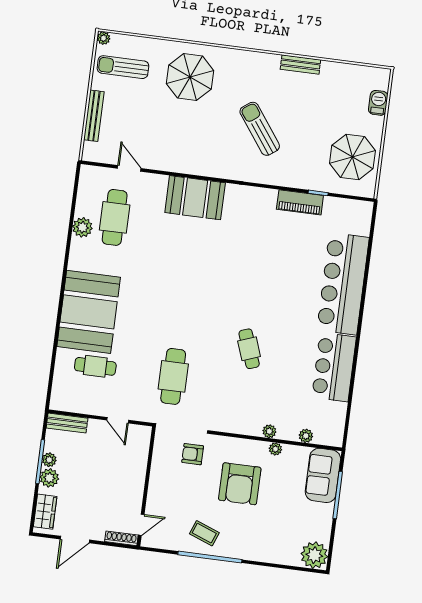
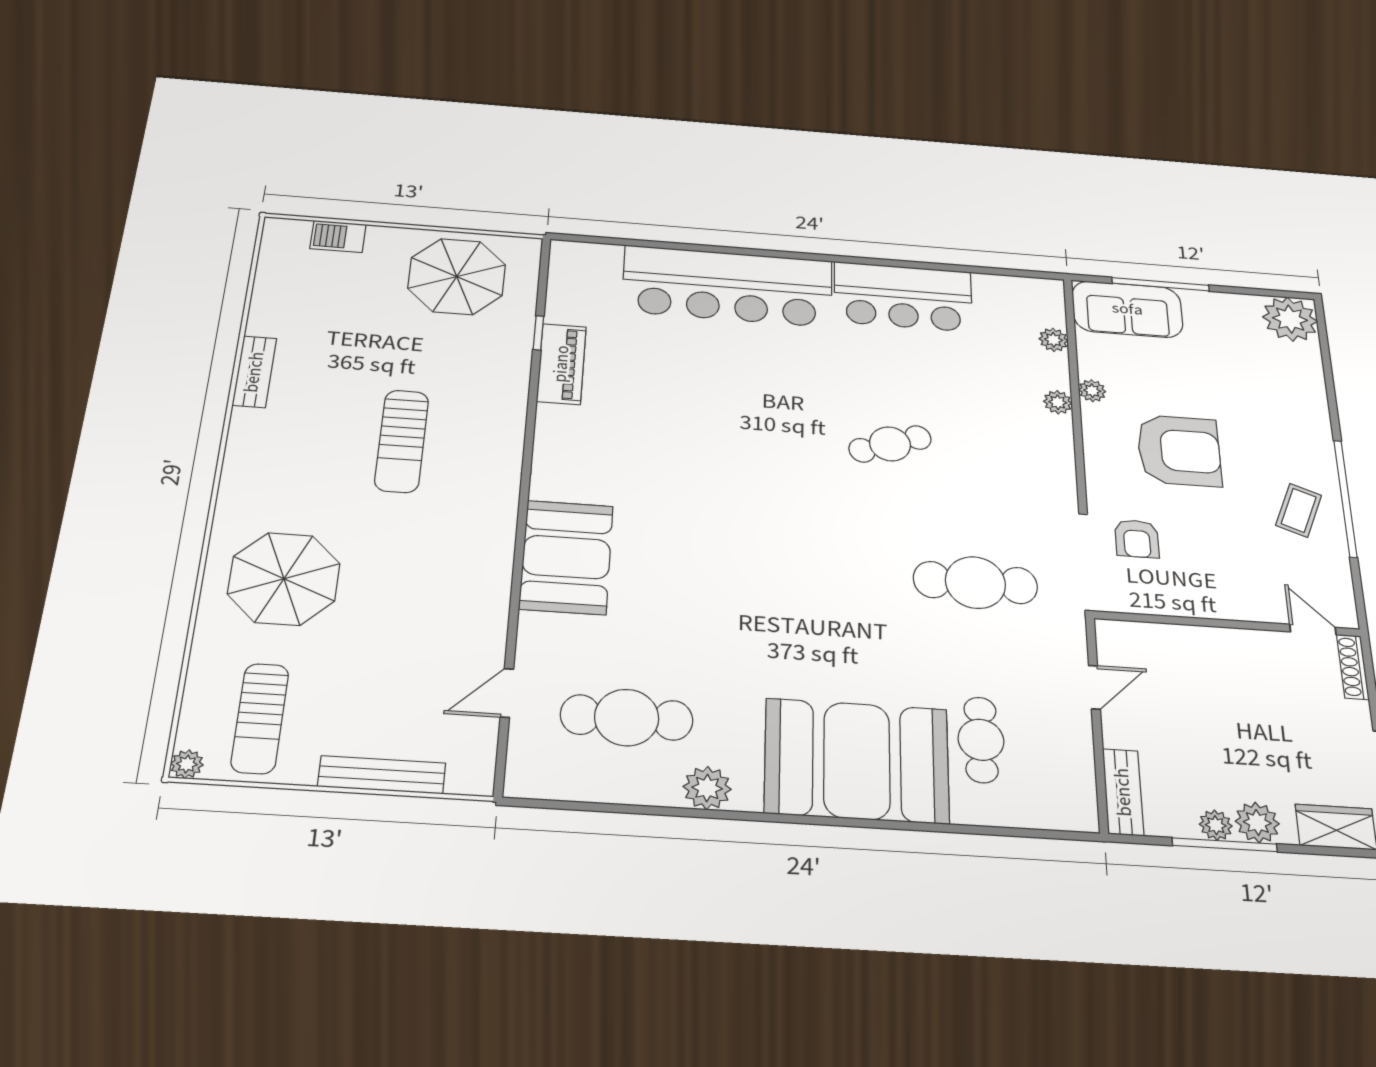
sun lounger: (260, 129) -> (402, 441), turned -54
plant: (82, 227) -> (707, 788), moved

